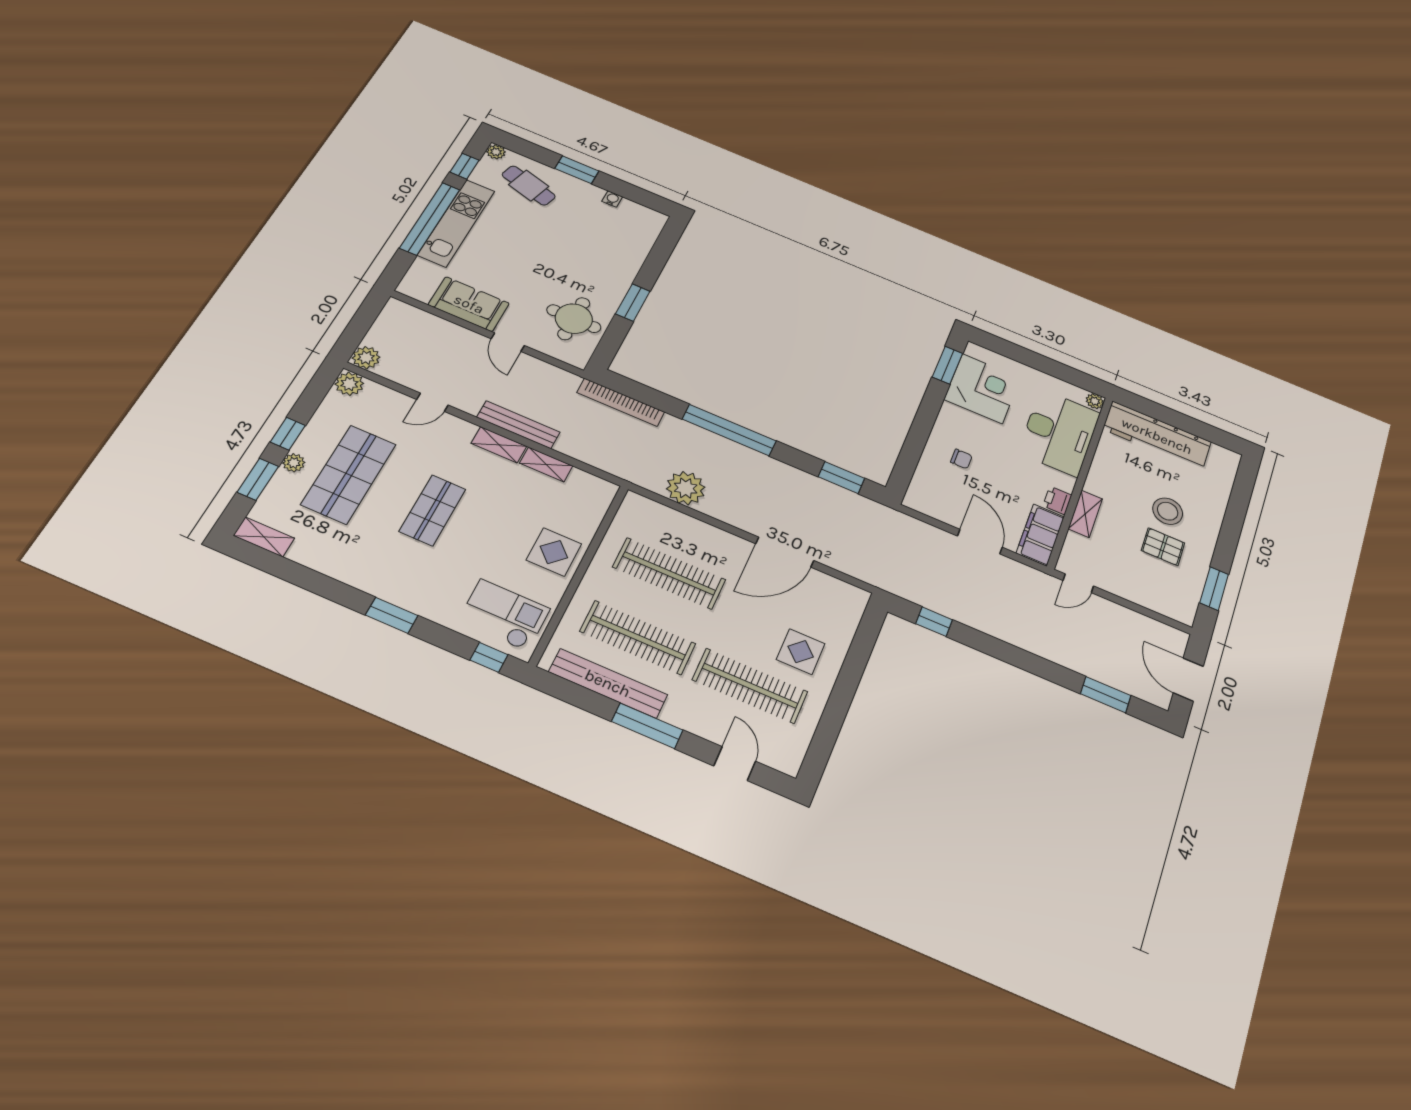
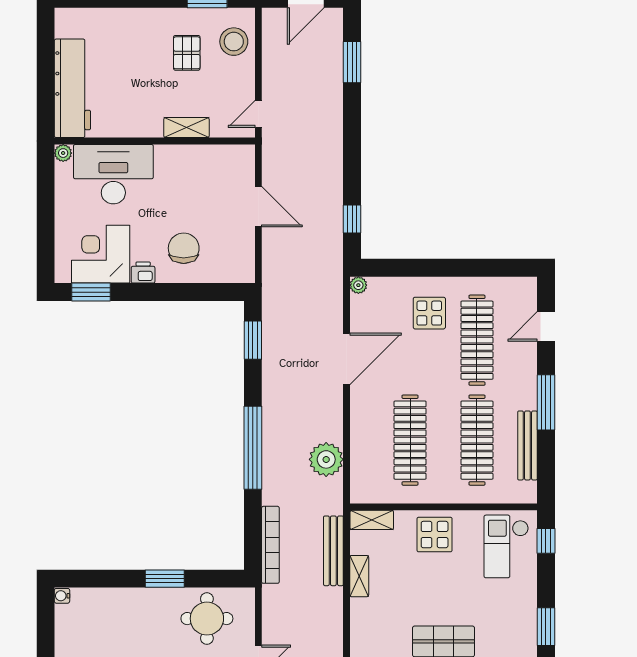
water cooler: (612, 199) -> (62, 596), moved
bench: (518, 425) -> (333, 551), moved
shelving: (499, 445) -> (372, 520), moved, turned 90
chair: (961, 459) -> (184, 248), width x1.87, depth x1.87
printer: (1057, 500) -> (143, 273), moved, turned 180
stool: (1168, 511) -> (234, 42), moved
filing cabinet: (1040, 535) -> (227, 159), removed
door: (980, 542) -> (258, 207), swing flipped
door: (785, 552) -> (347, 359), hinge flipped
door: (1078, 583) -> (258, 114), swing flipped
plant: (860, 597) -> (358, 285), added
bench: (608, 683) -> (527, 445), width x0.73, depth x0.82

